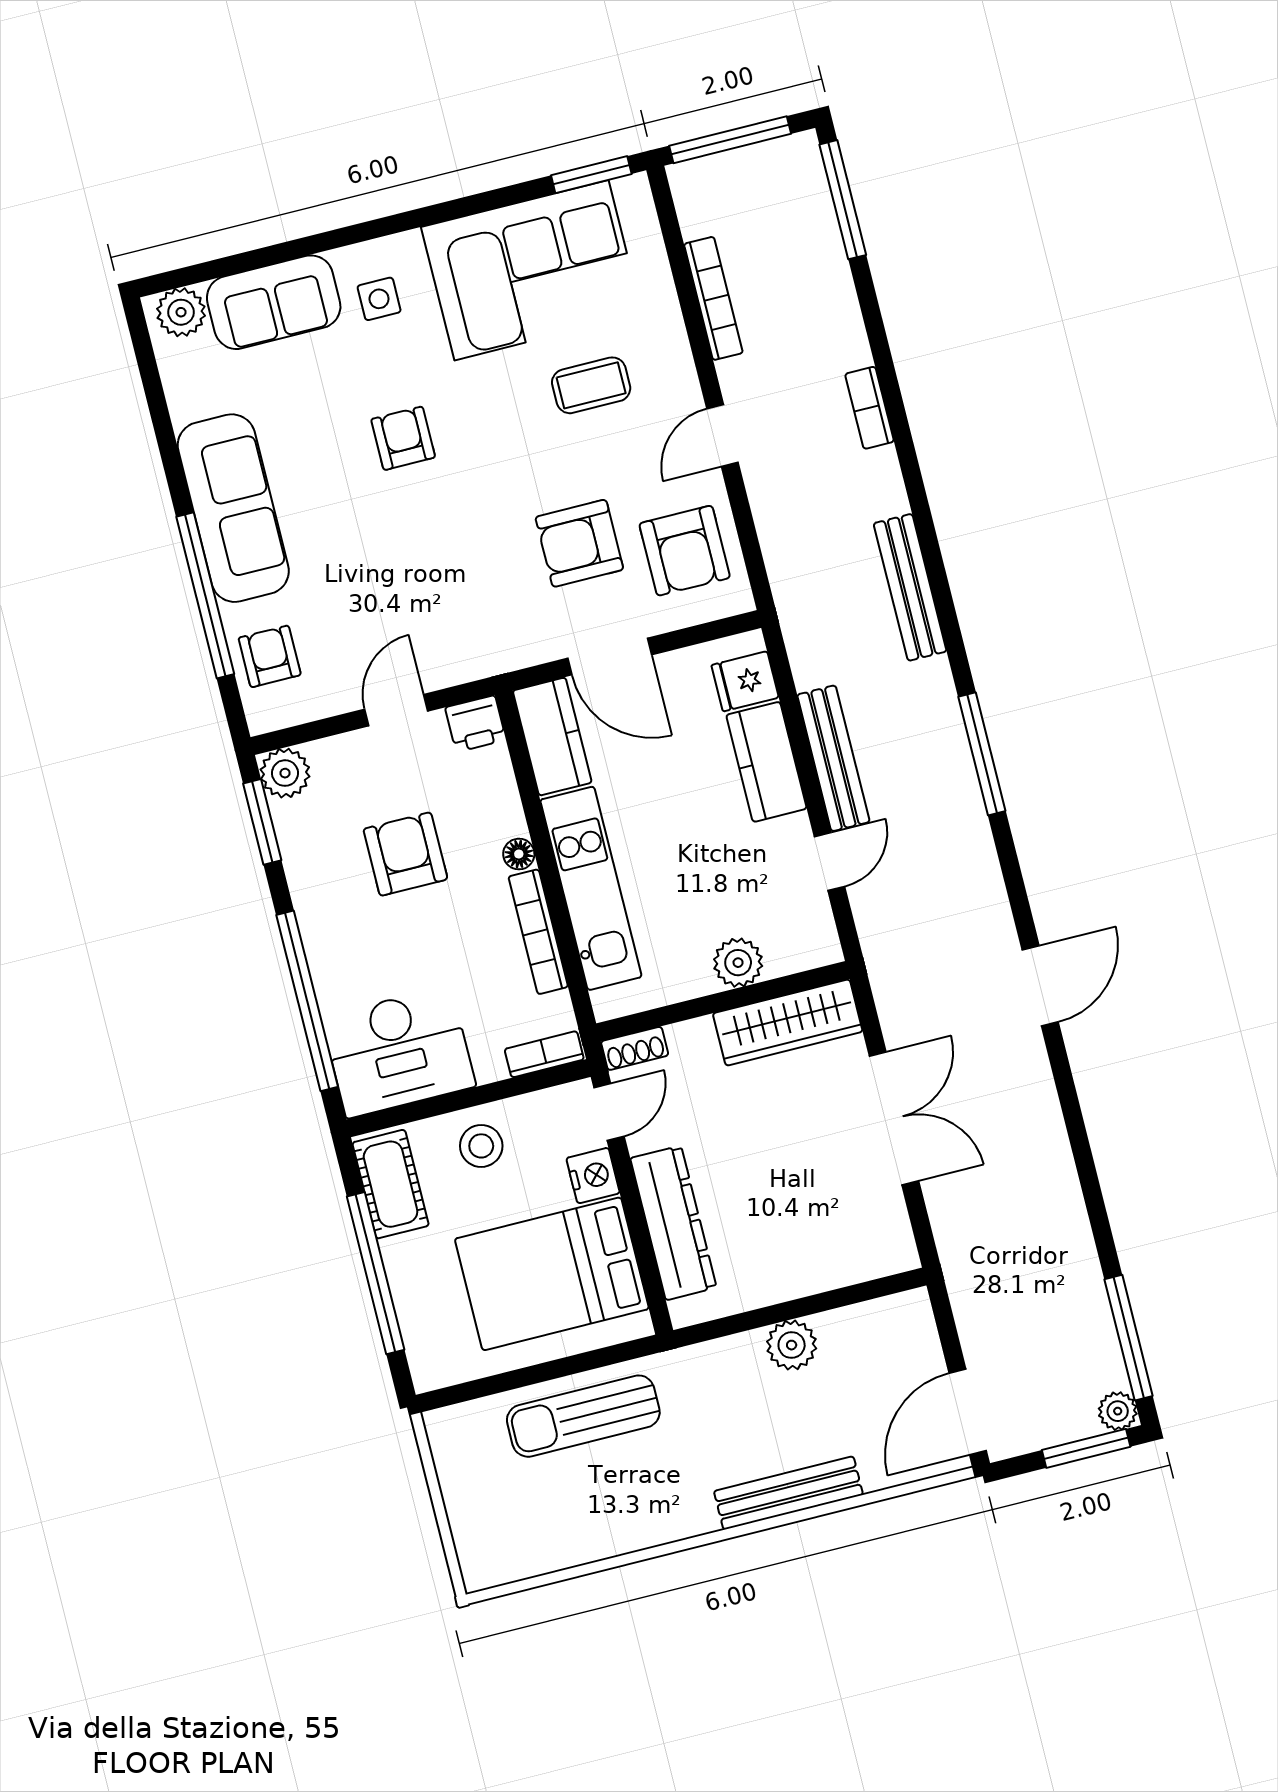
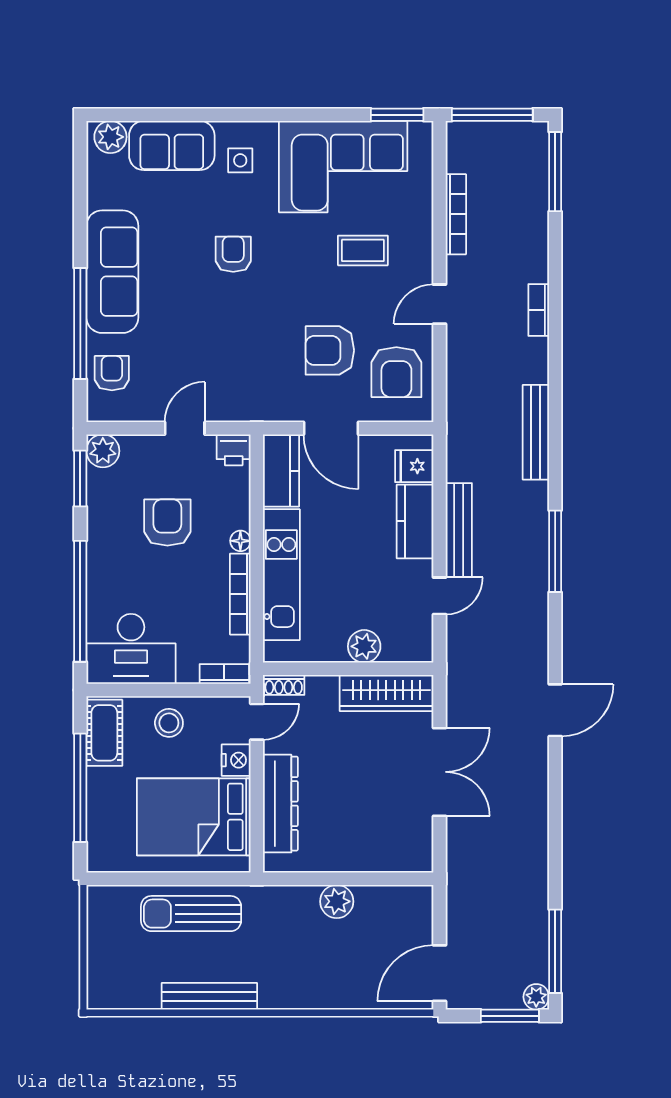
bench: (788, 1493) -> (209, 996), moved

